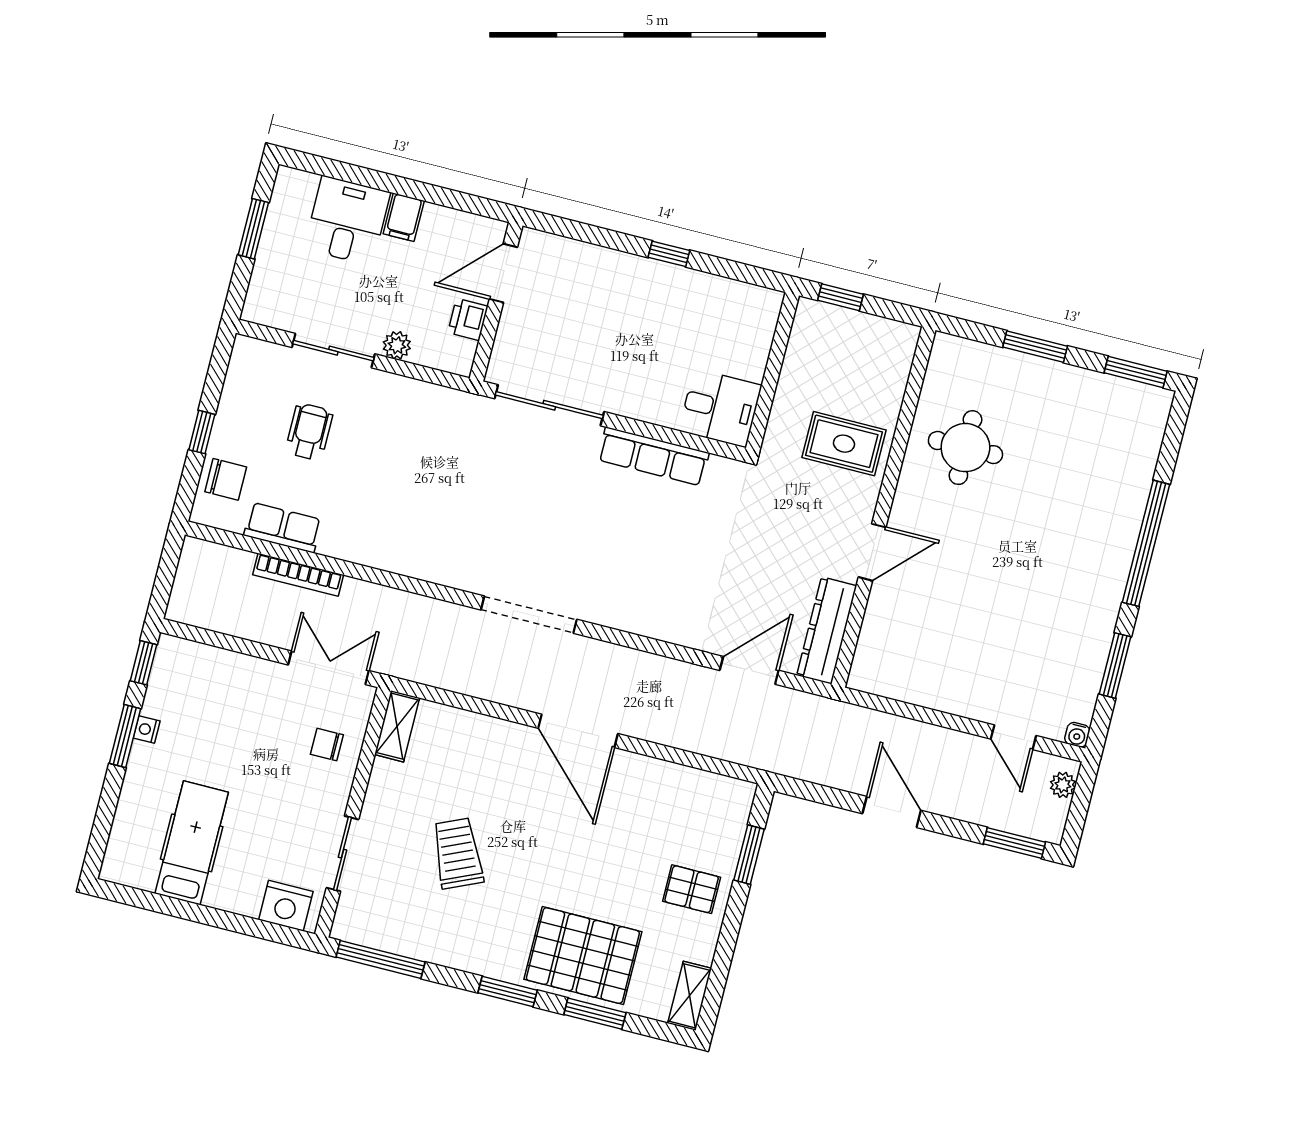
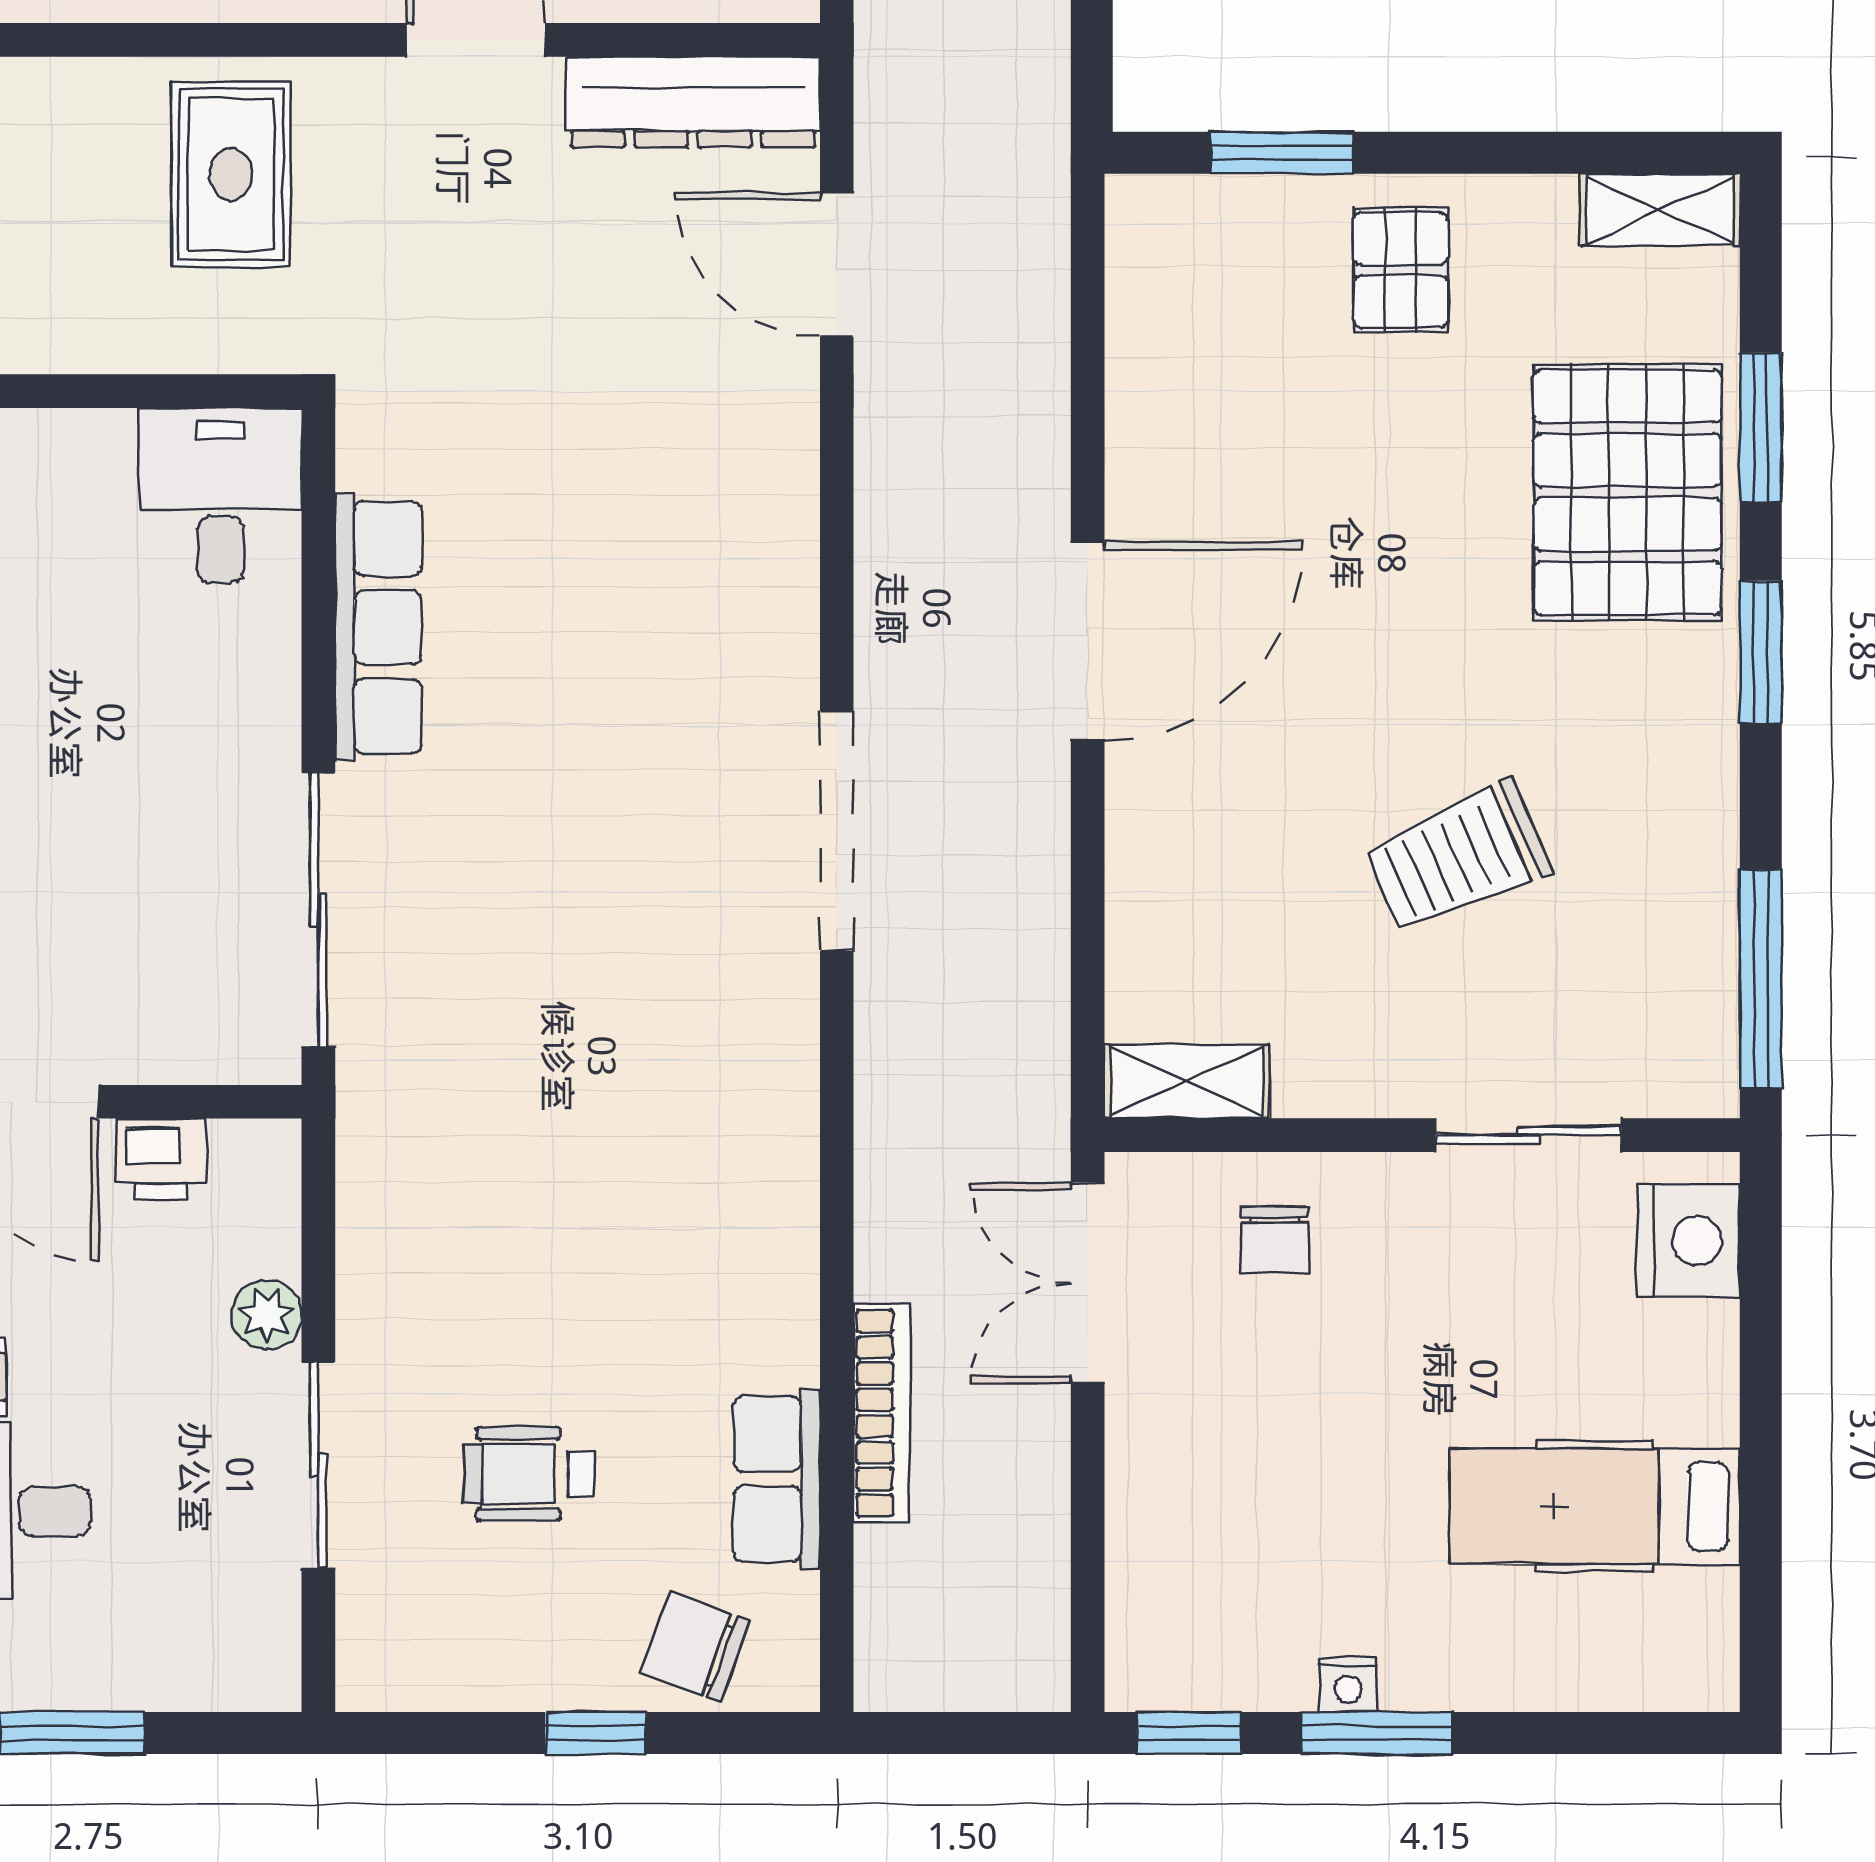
chair: (226, 479) -> (695, 1646), turned -70

